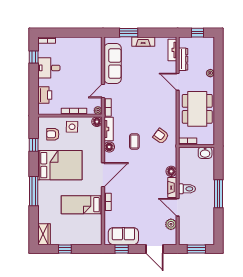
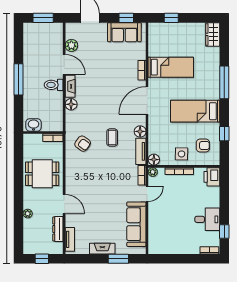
printer: (45, 95) -> (212, 177), moved
dining table: (197, 109) -> (42, 174), width x0.73
bed: (60, 165) -> (195, 111), width x0.67
window: (65, 249) -> (171, 18), moved

